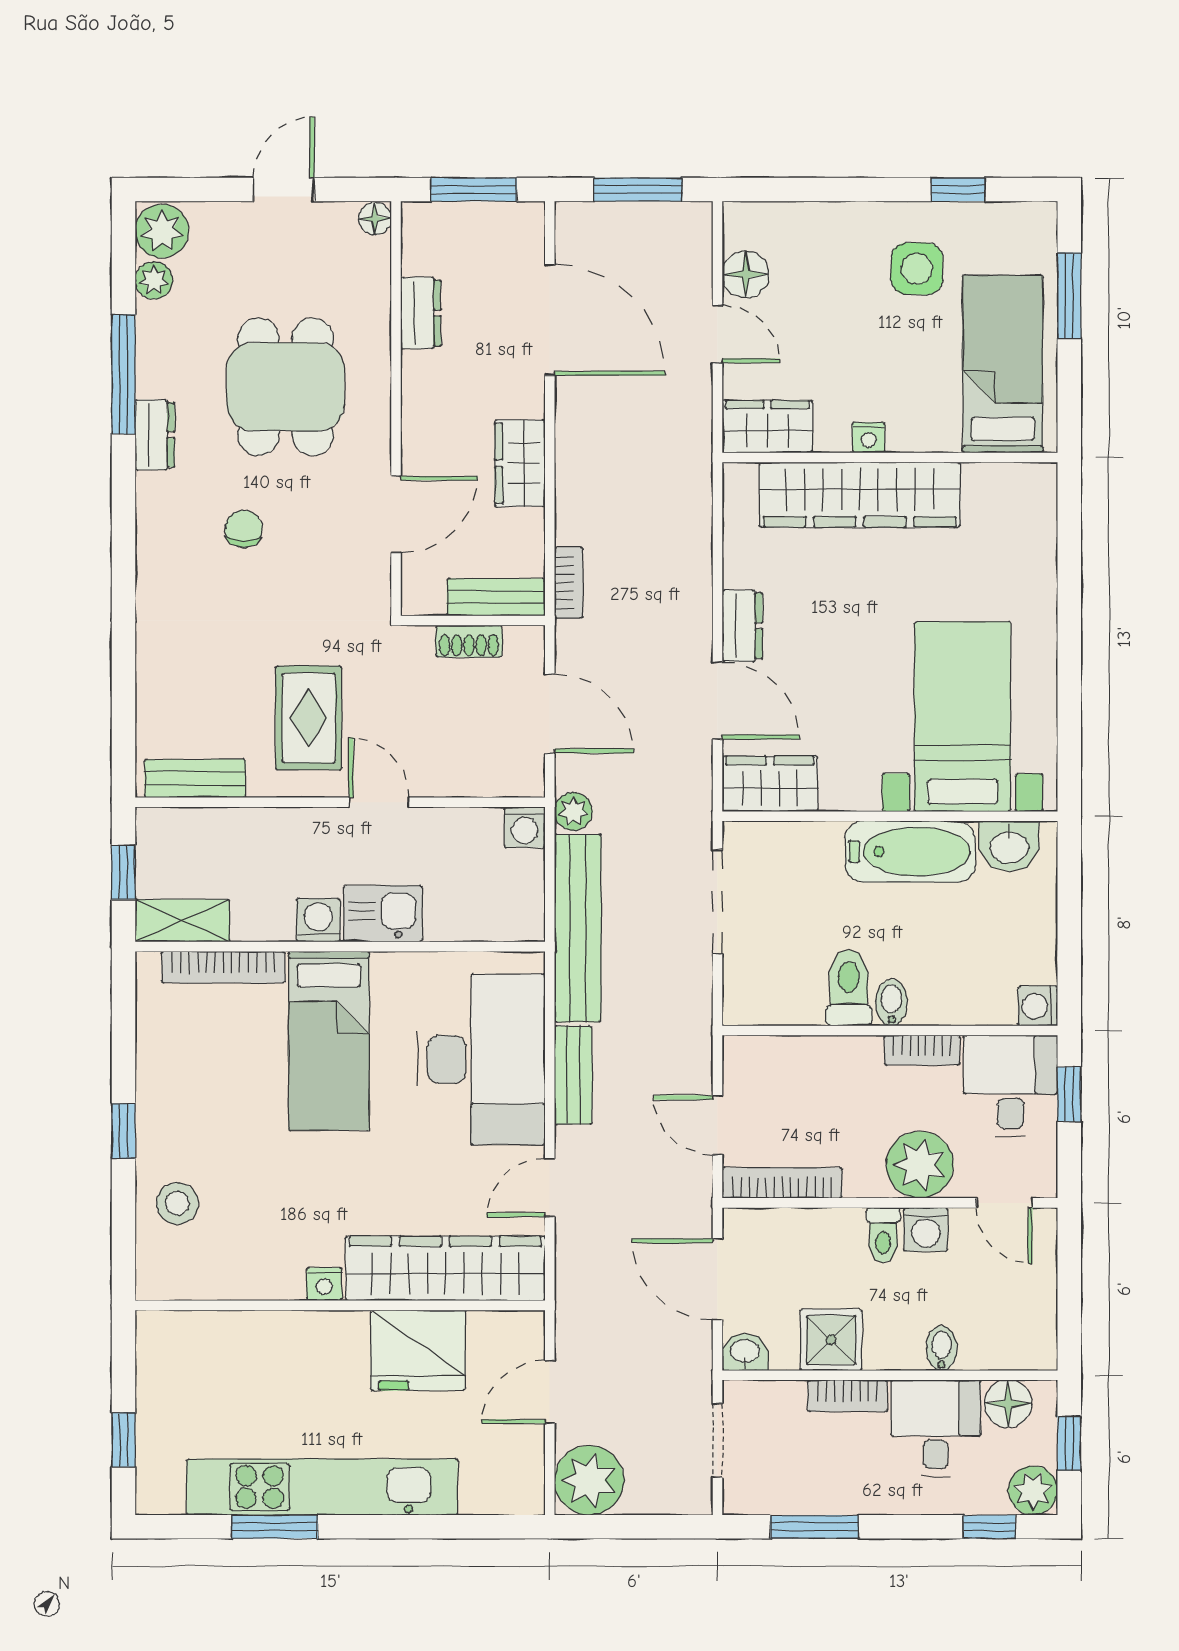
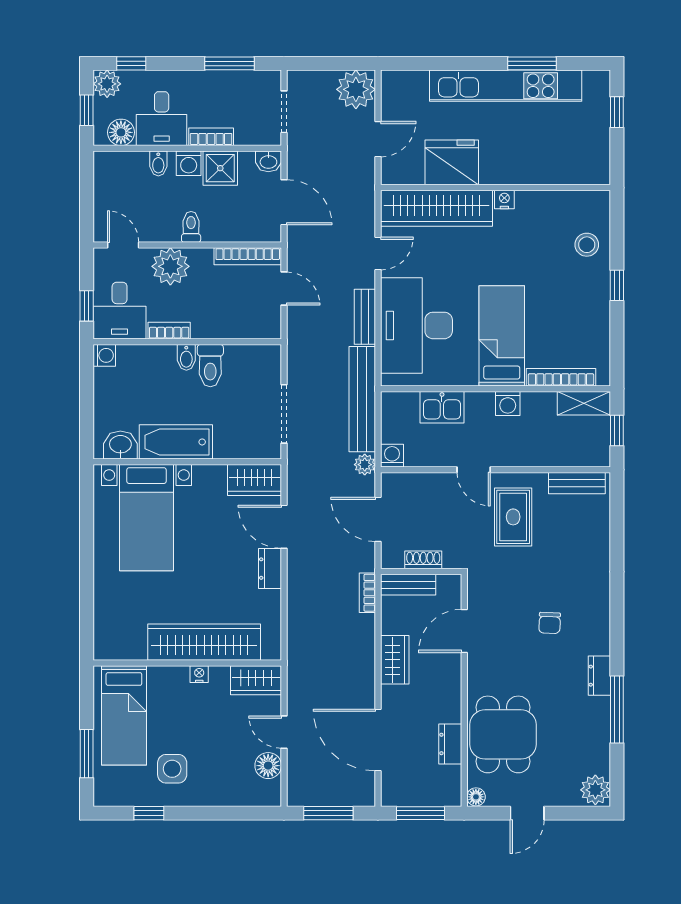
plant: (154, 280) -> (600, 762), removed
dining table: (286, 387) -> (503, 734), moved
kitchen sink: (383, 914) -> (442, 407), moved
washing machine: (926, 1229) -> (189, 163), moved, turned 180

